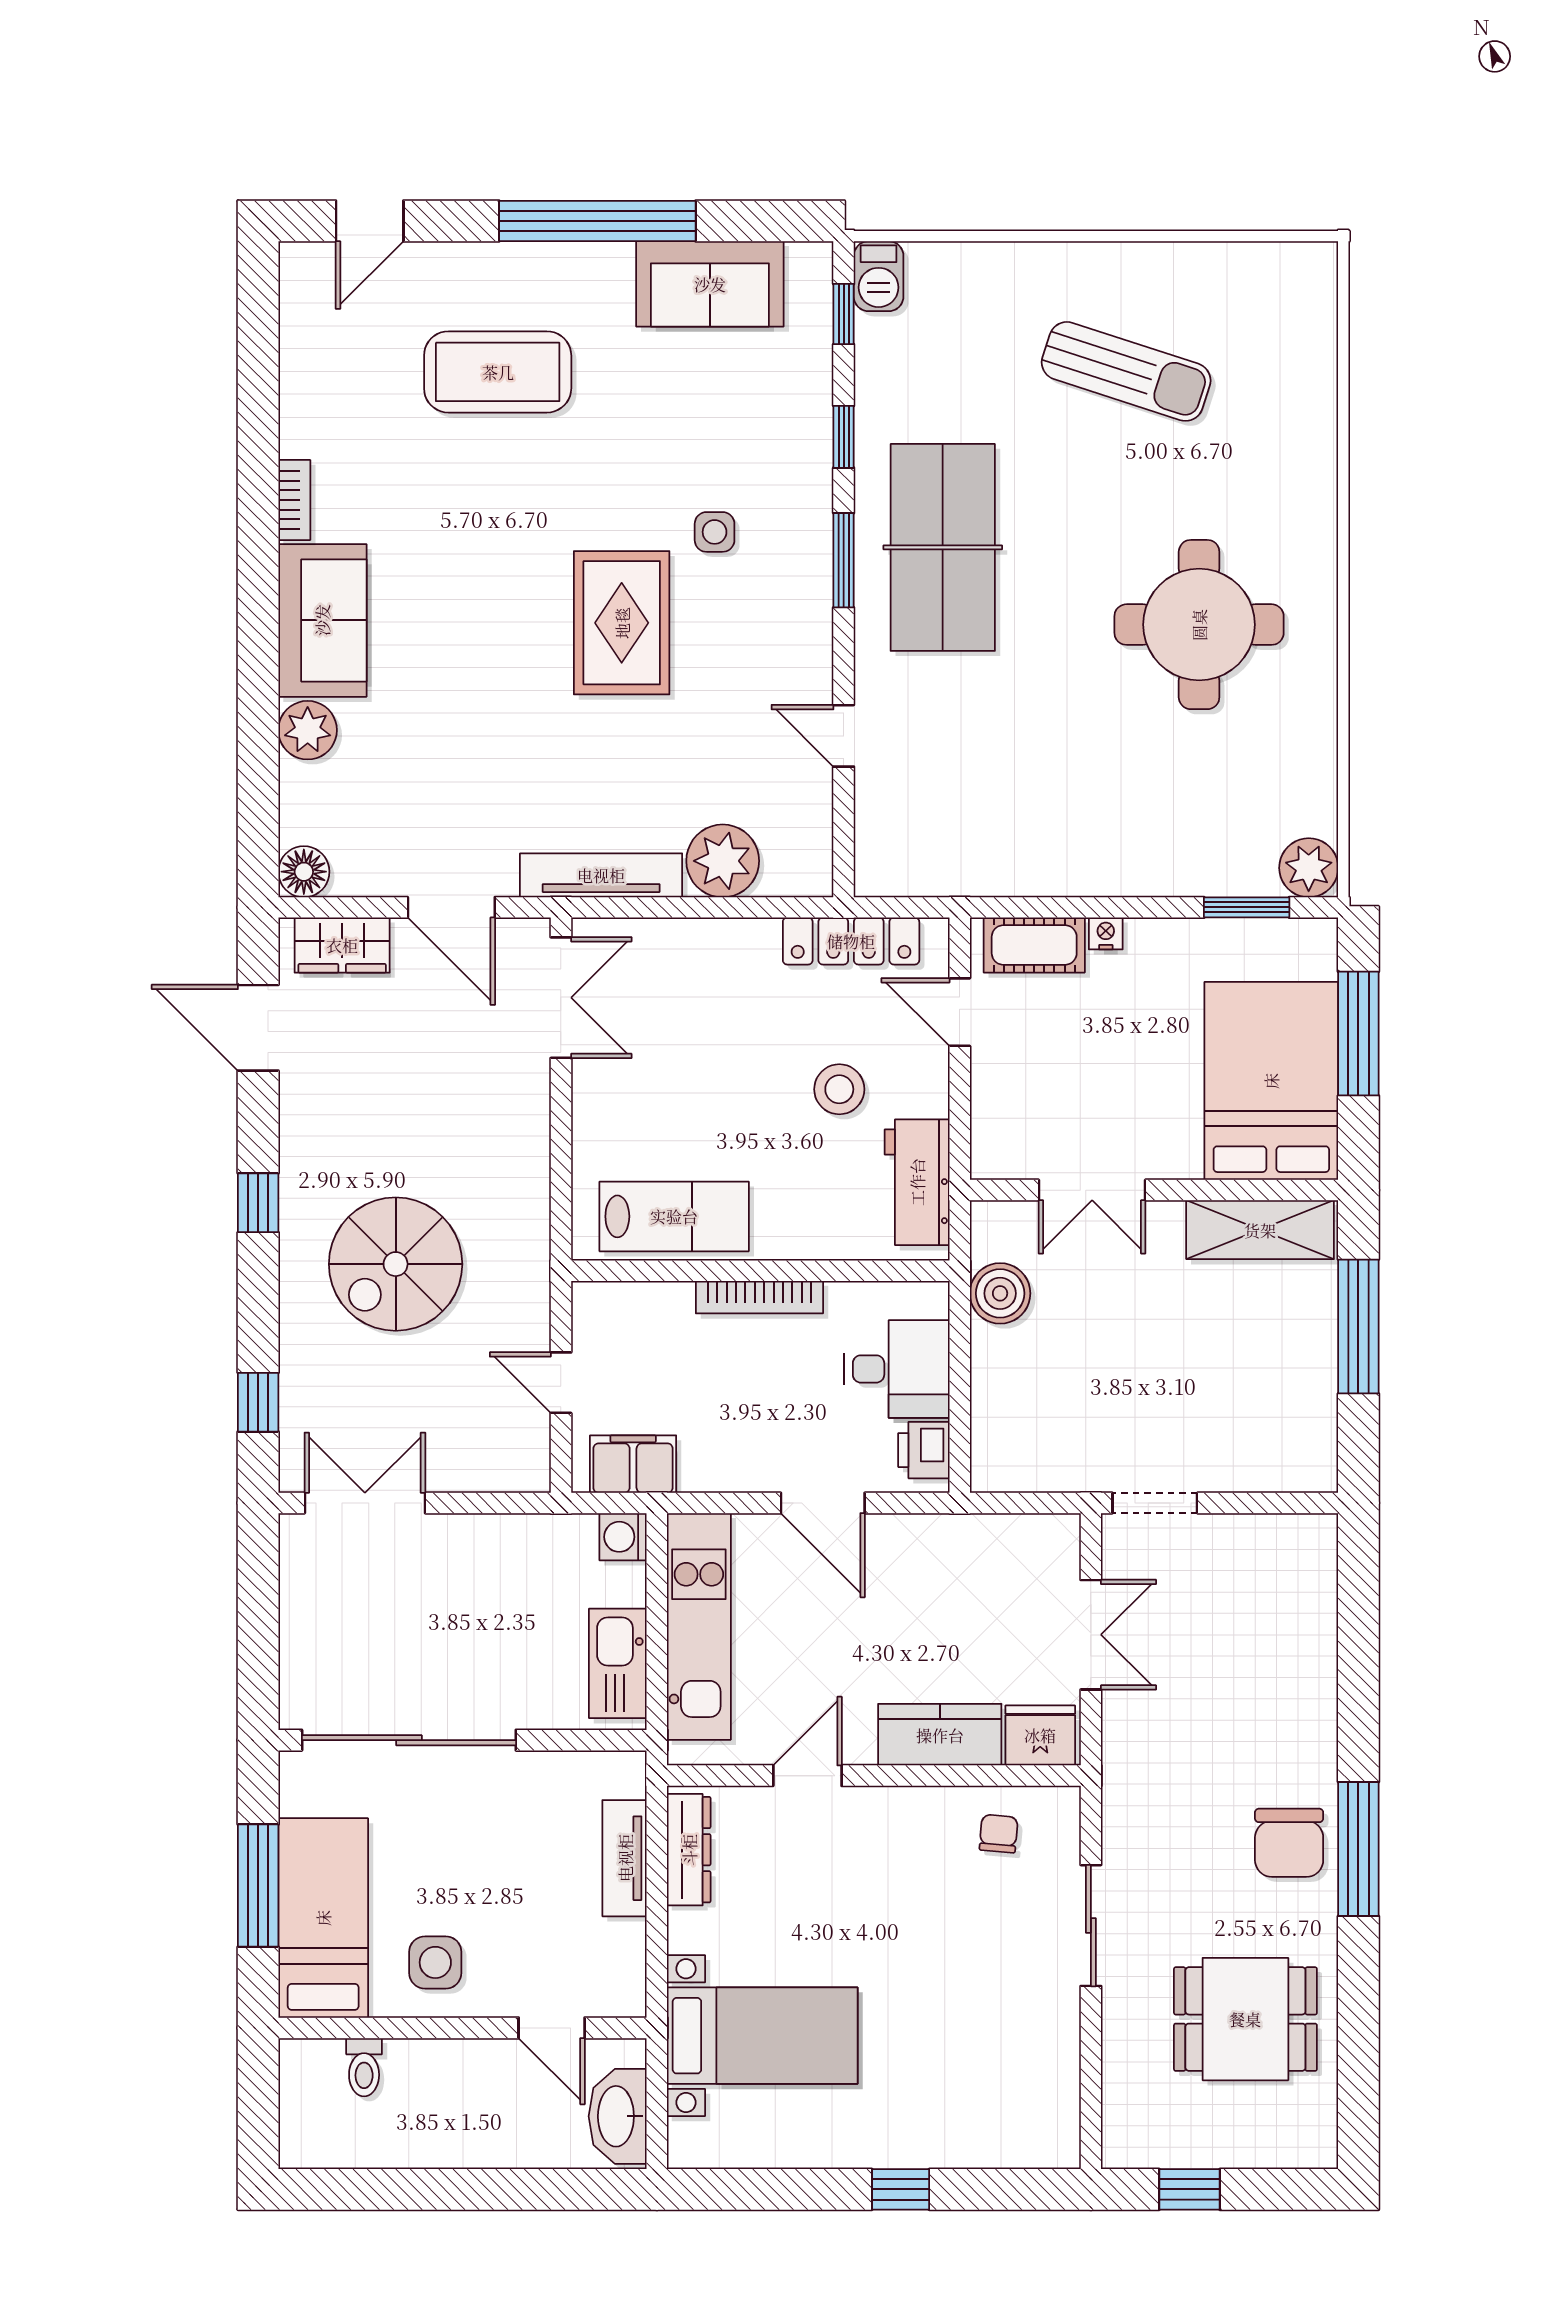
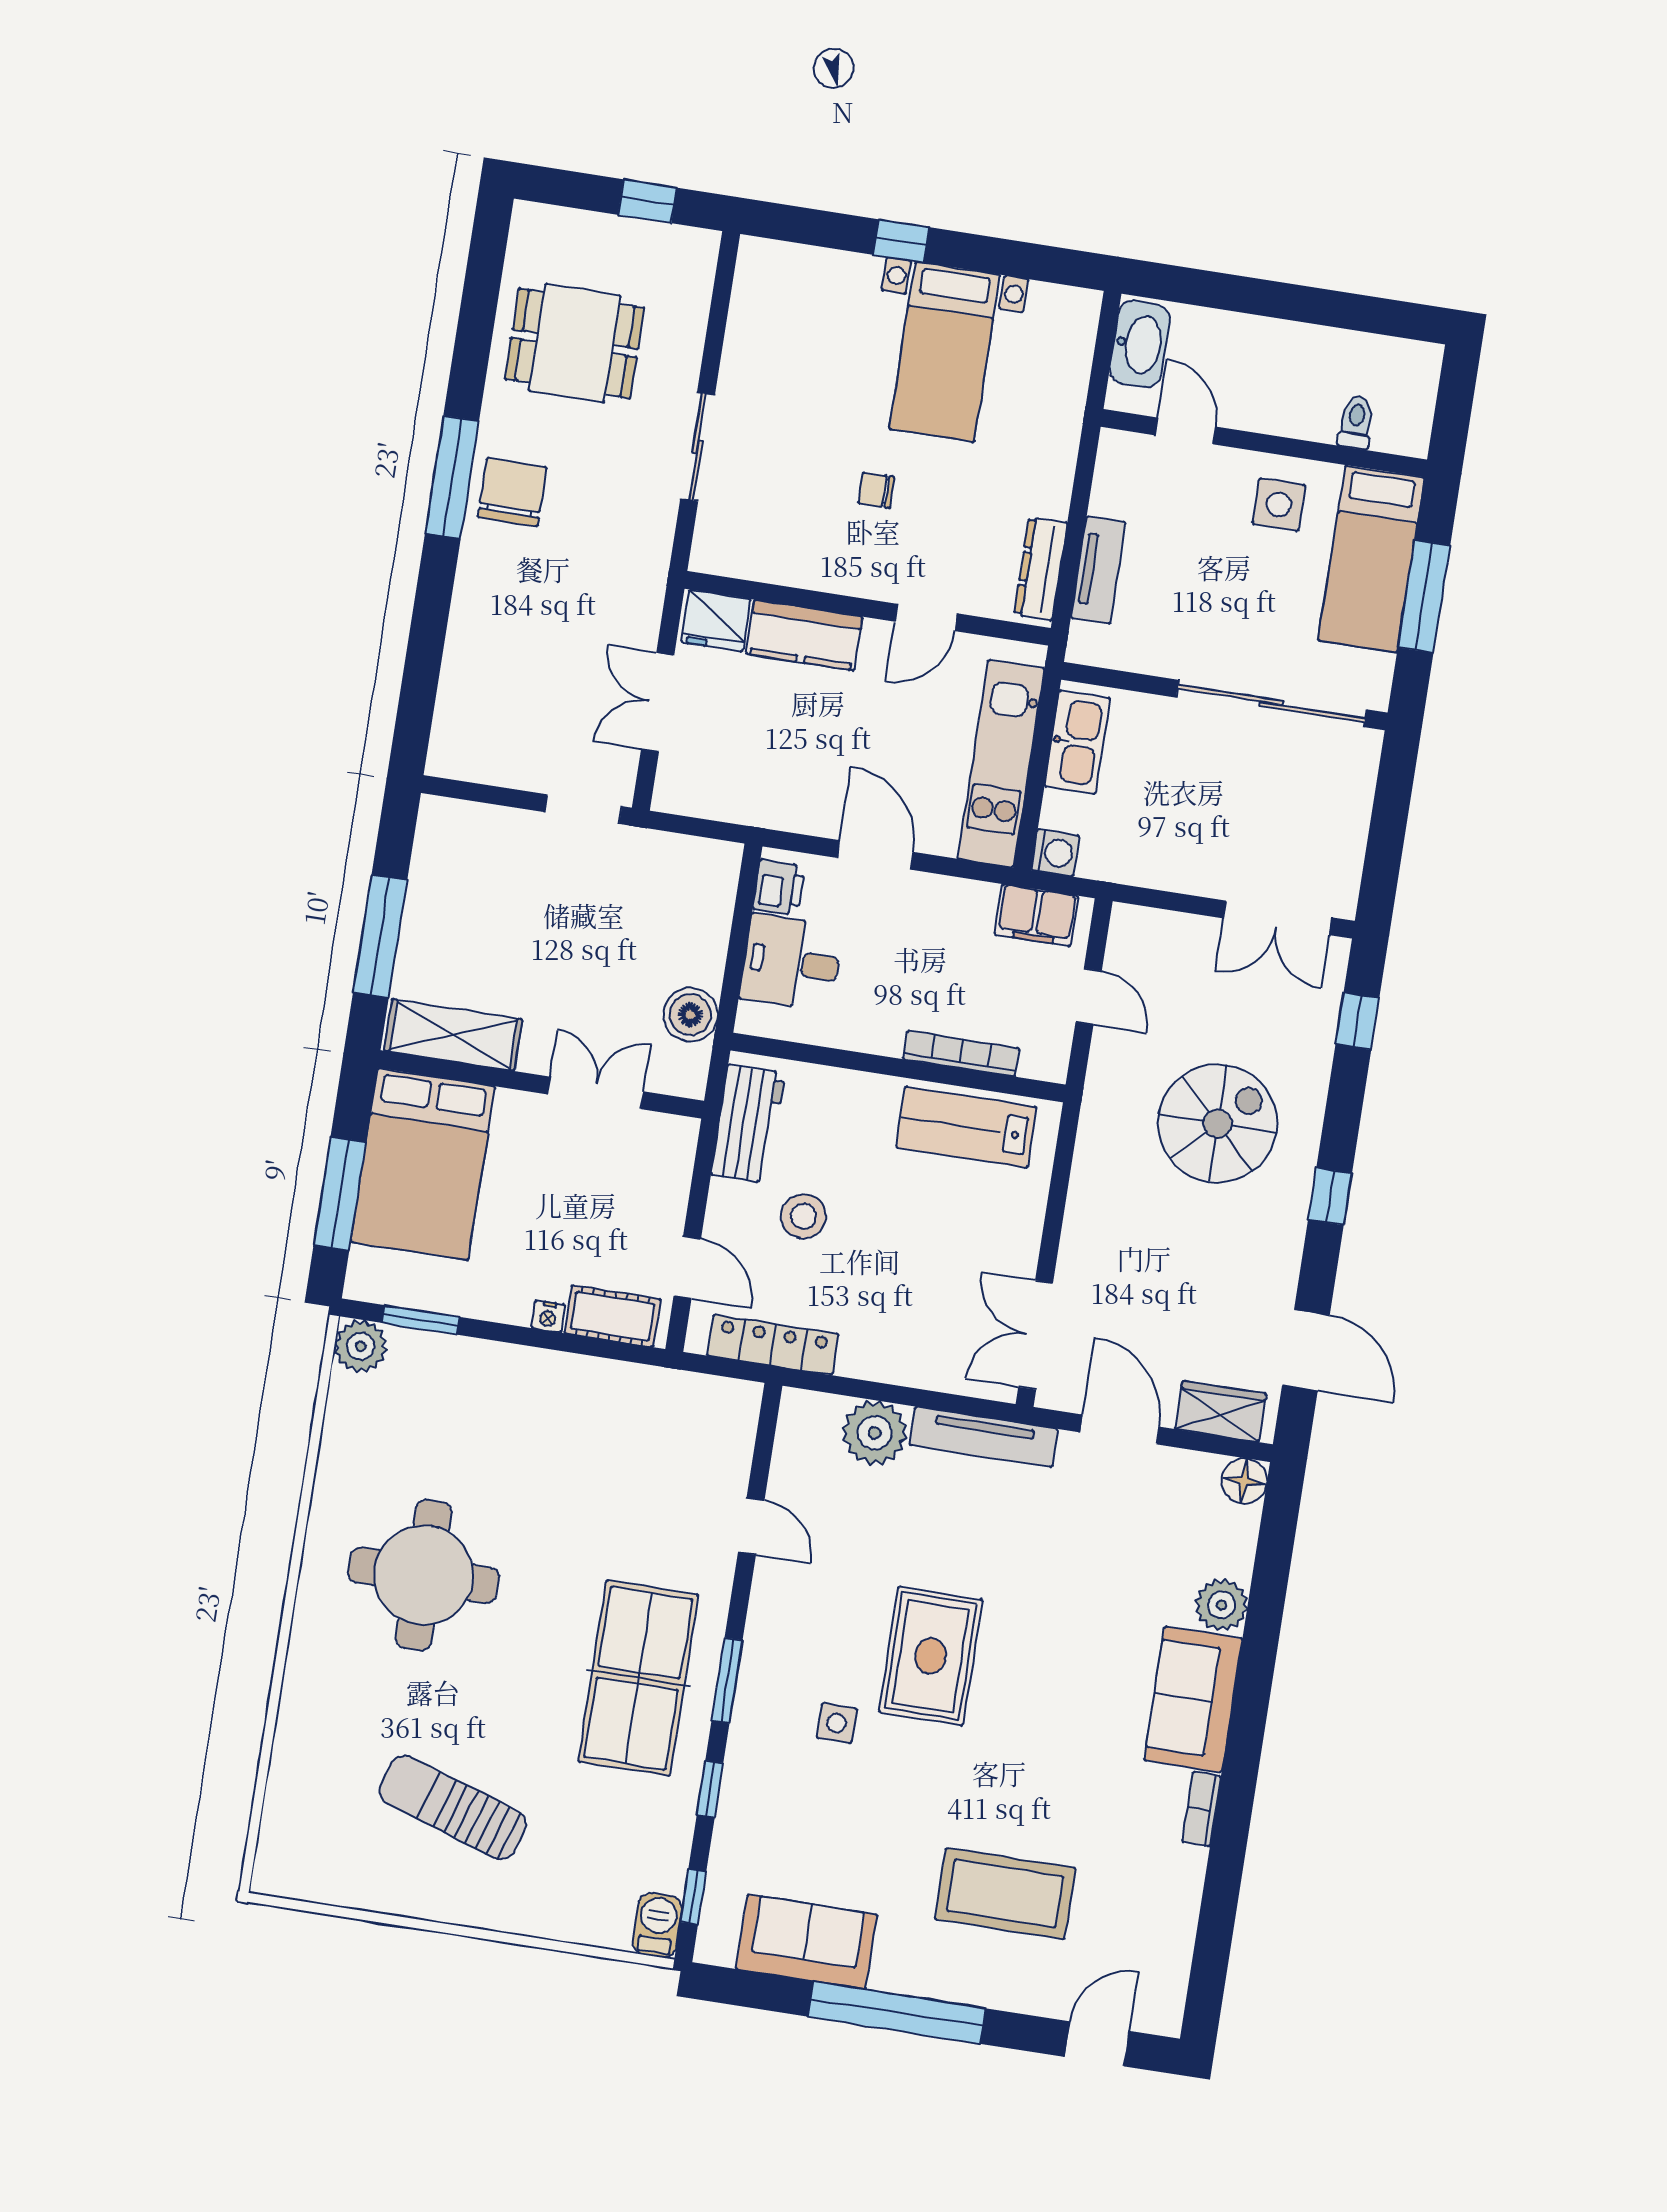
bookcase: (759, 1297) -> (961, 1054), moved
chair: (999, 1834) -> (876, 490), moved, turned 85
bed with nightstands: (762, 2036) -> (945, 352), moved, turned -90

